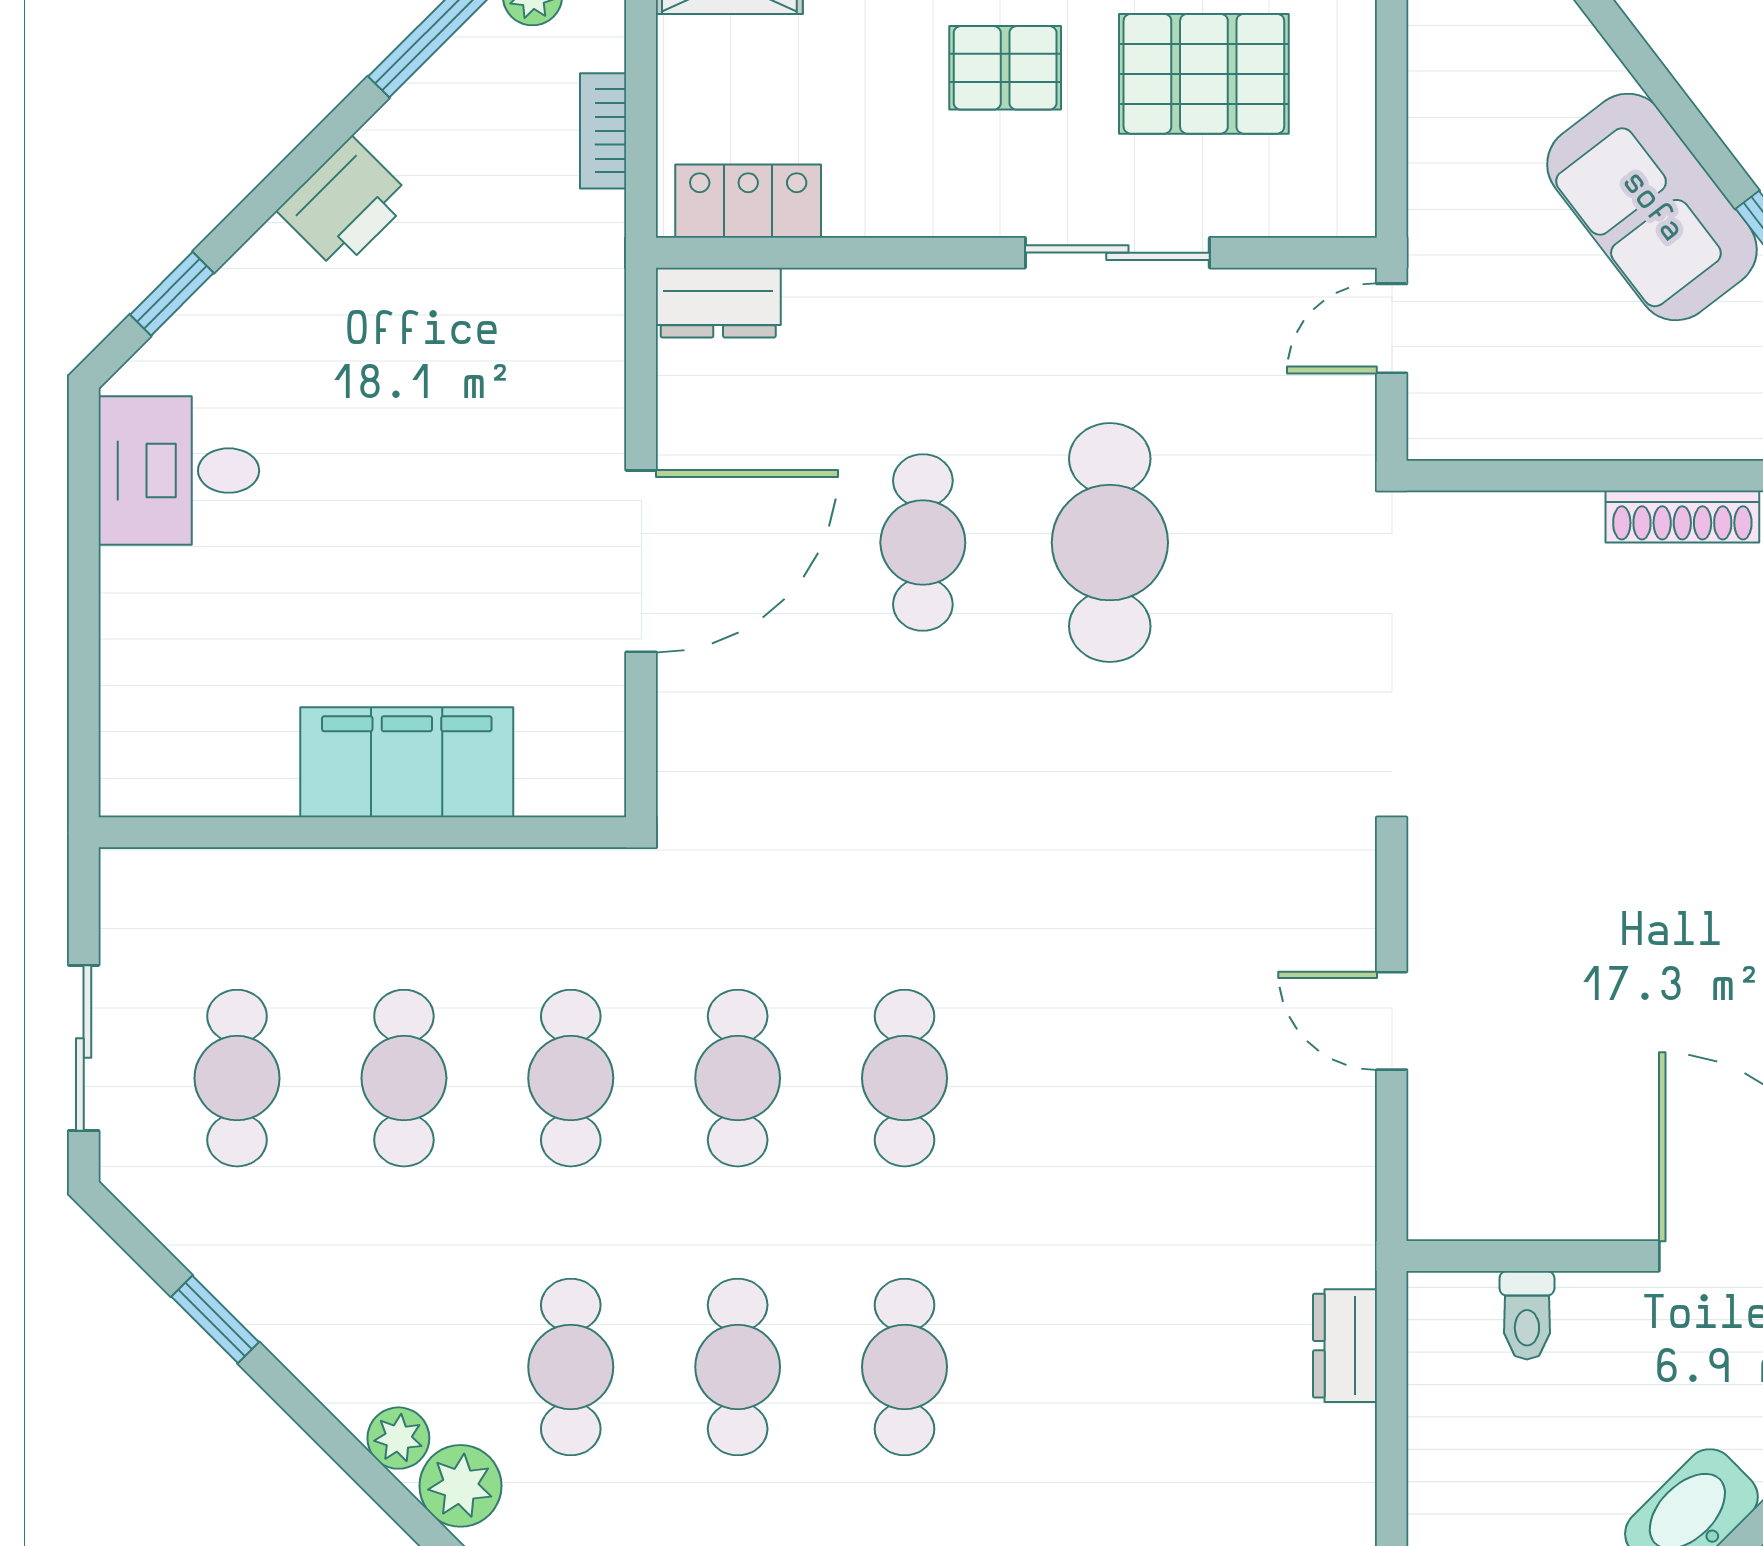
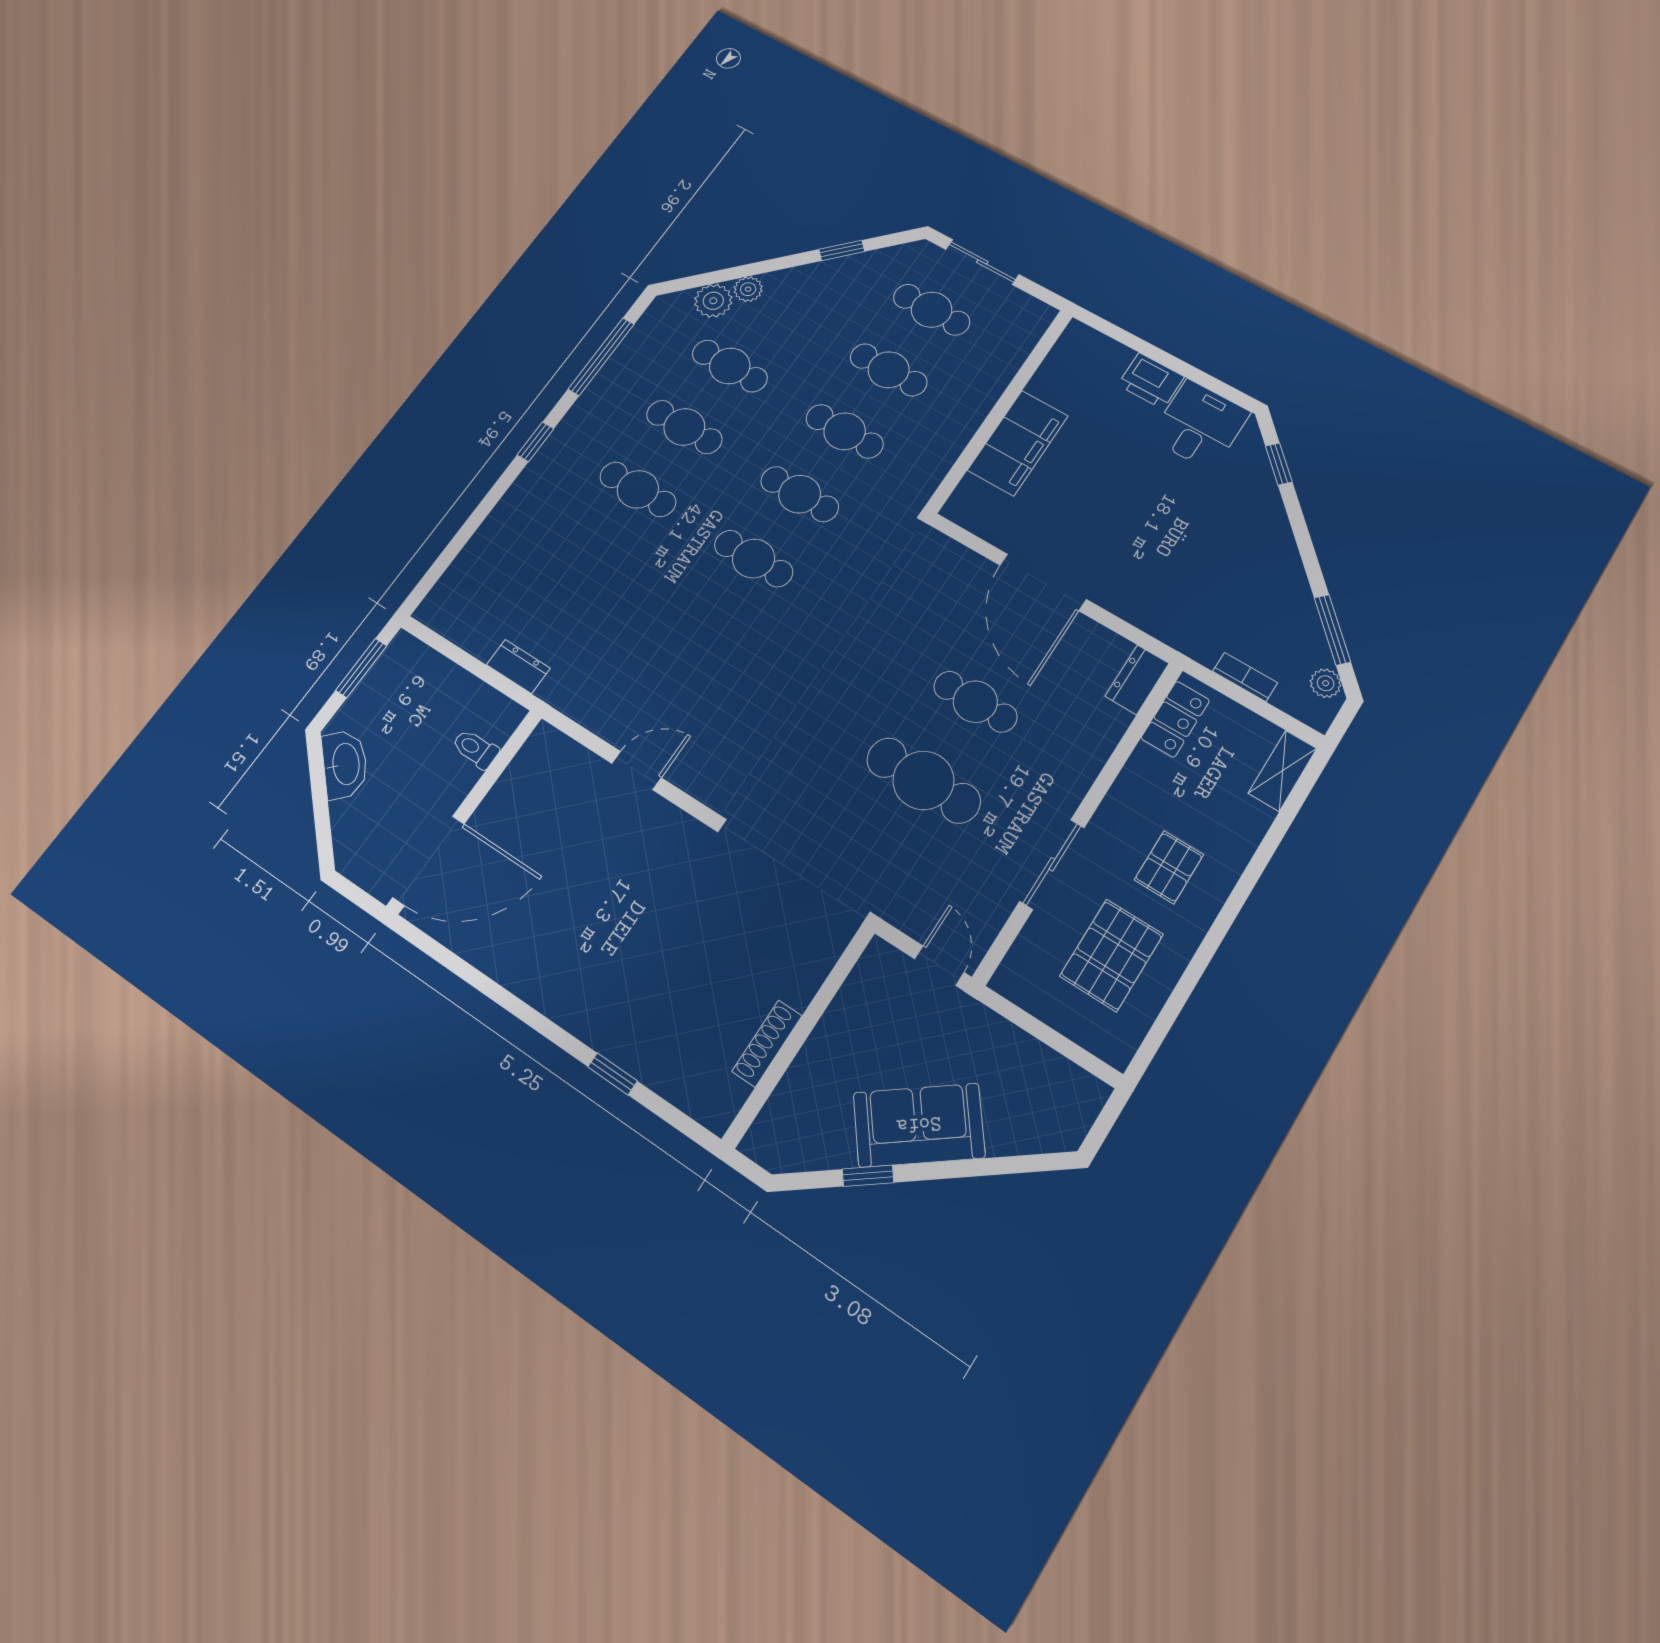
printer: (345, 204) -> (1151, 381), moved, turned -45

